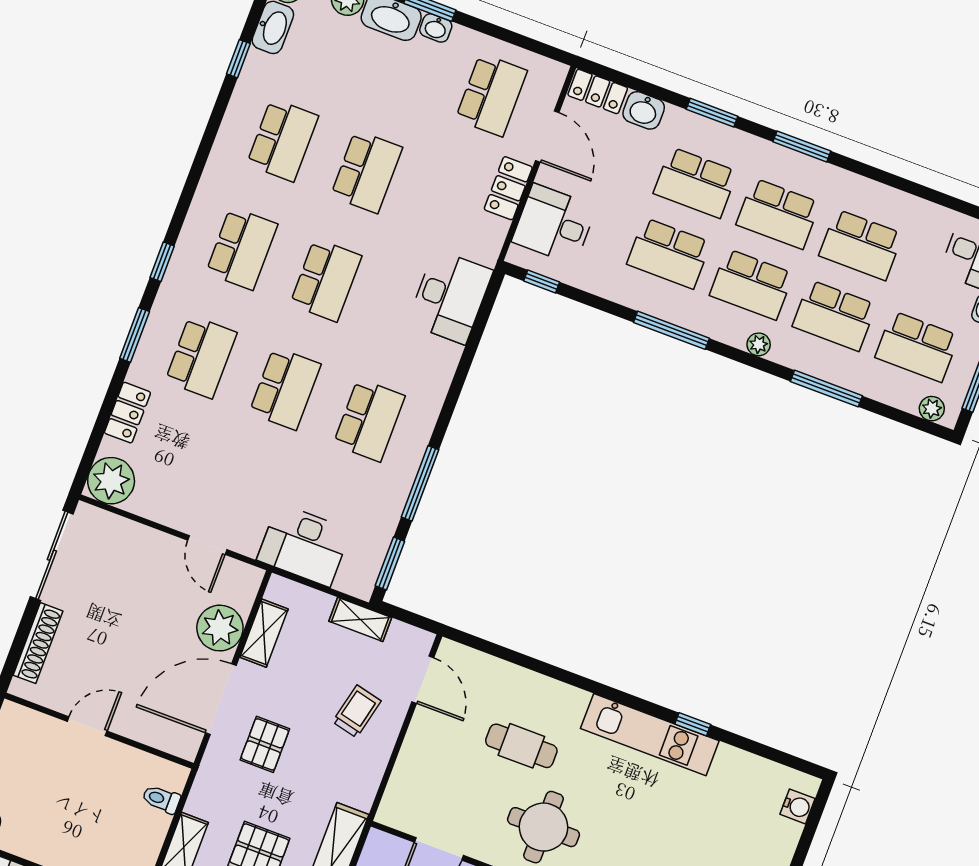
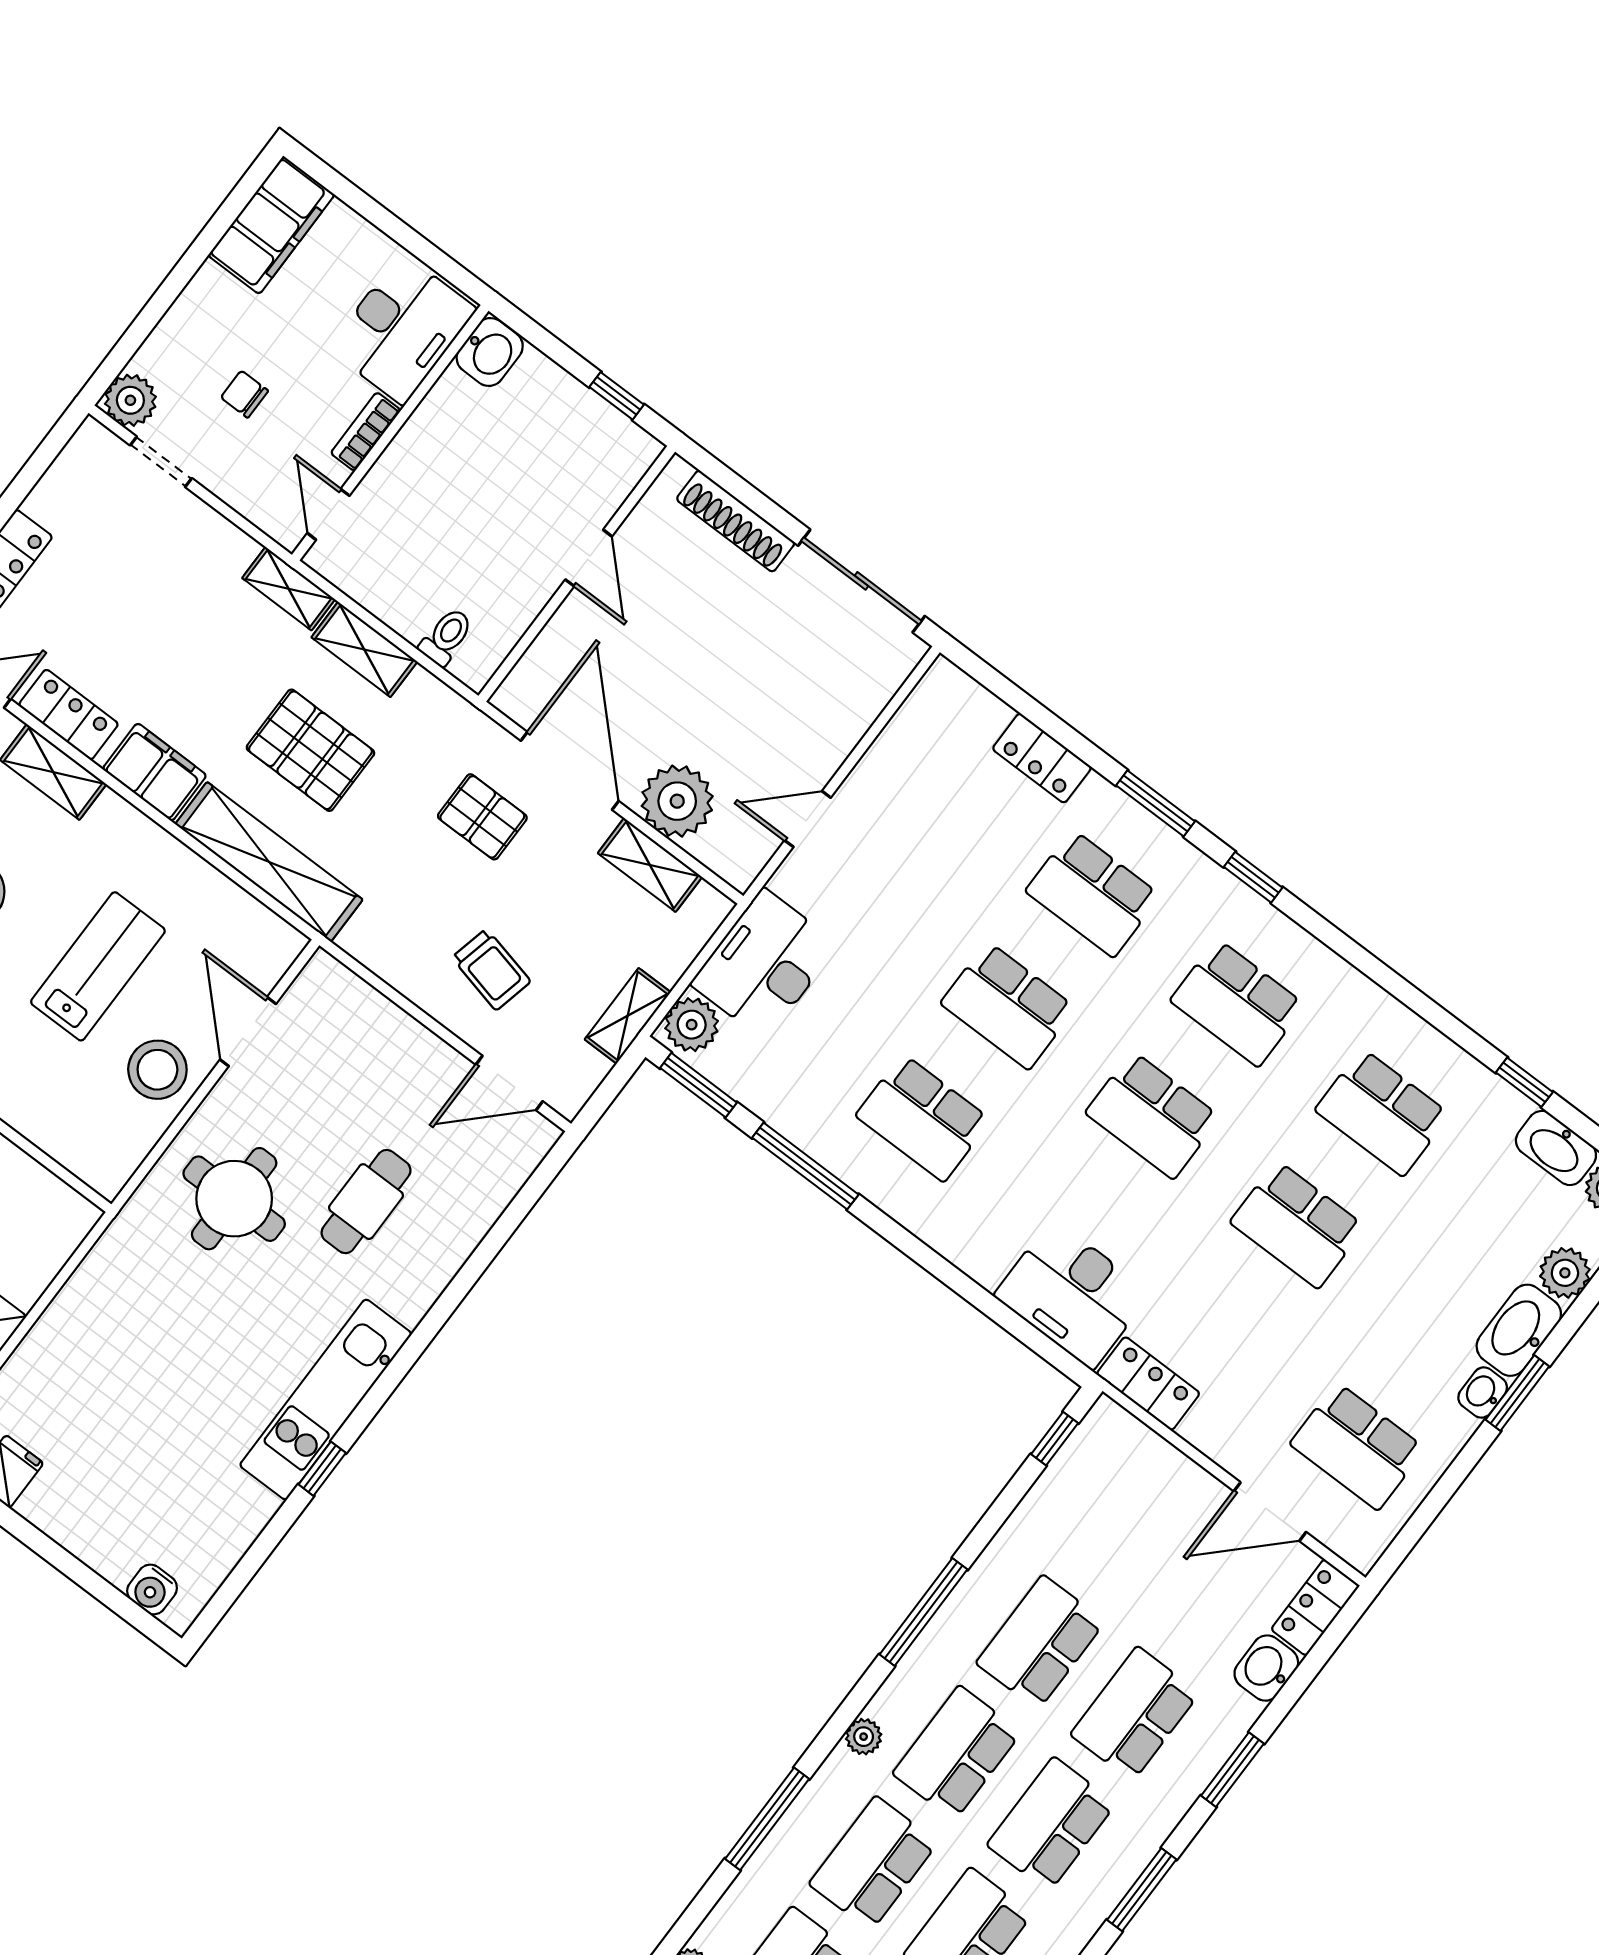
locker: (508, 188) -> (1148, 1384), moved
desk: (554, 224) -> (1135, 1483), removed
plant: (111, 481) -> (692, 1025), moved, width x0.73, depth x0.73

